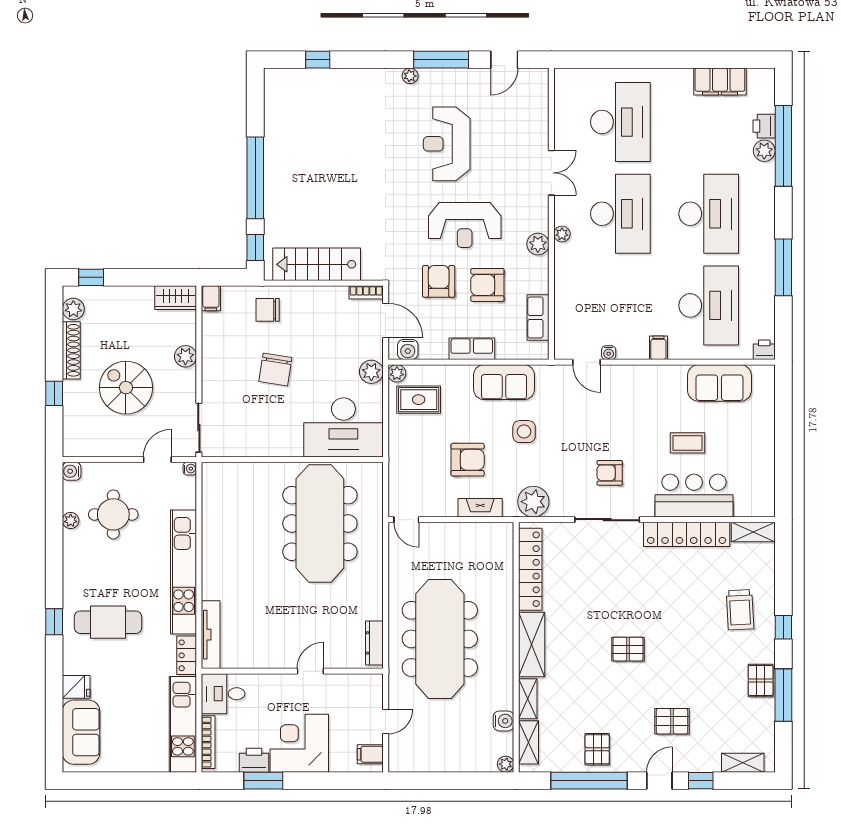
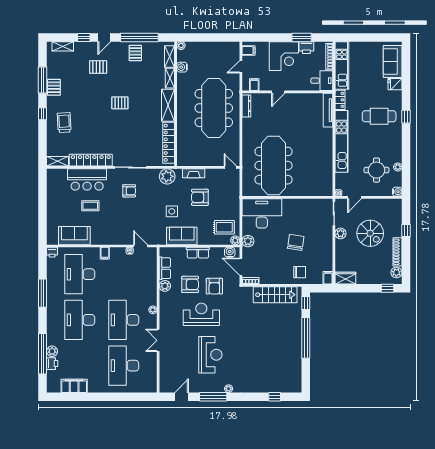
plant: (538, 244) -> (165, 286), moved
plant: (185, 356) -> (341, 233), moved
filing cabinet: (359, 686) -> (254, 85), added

